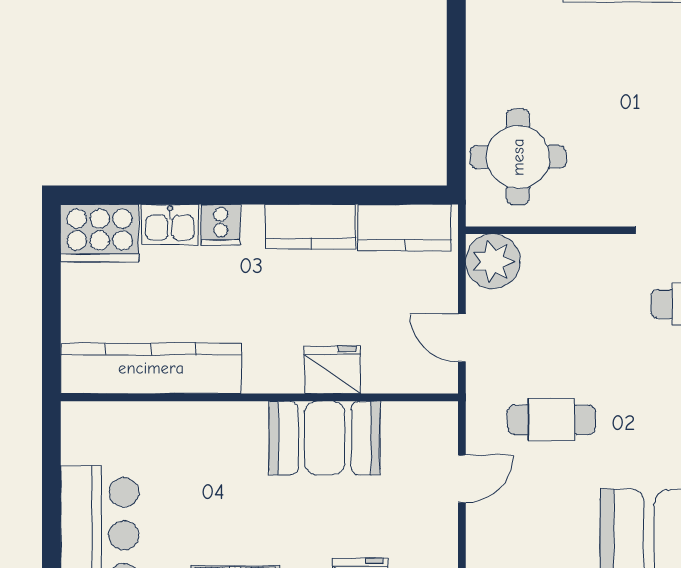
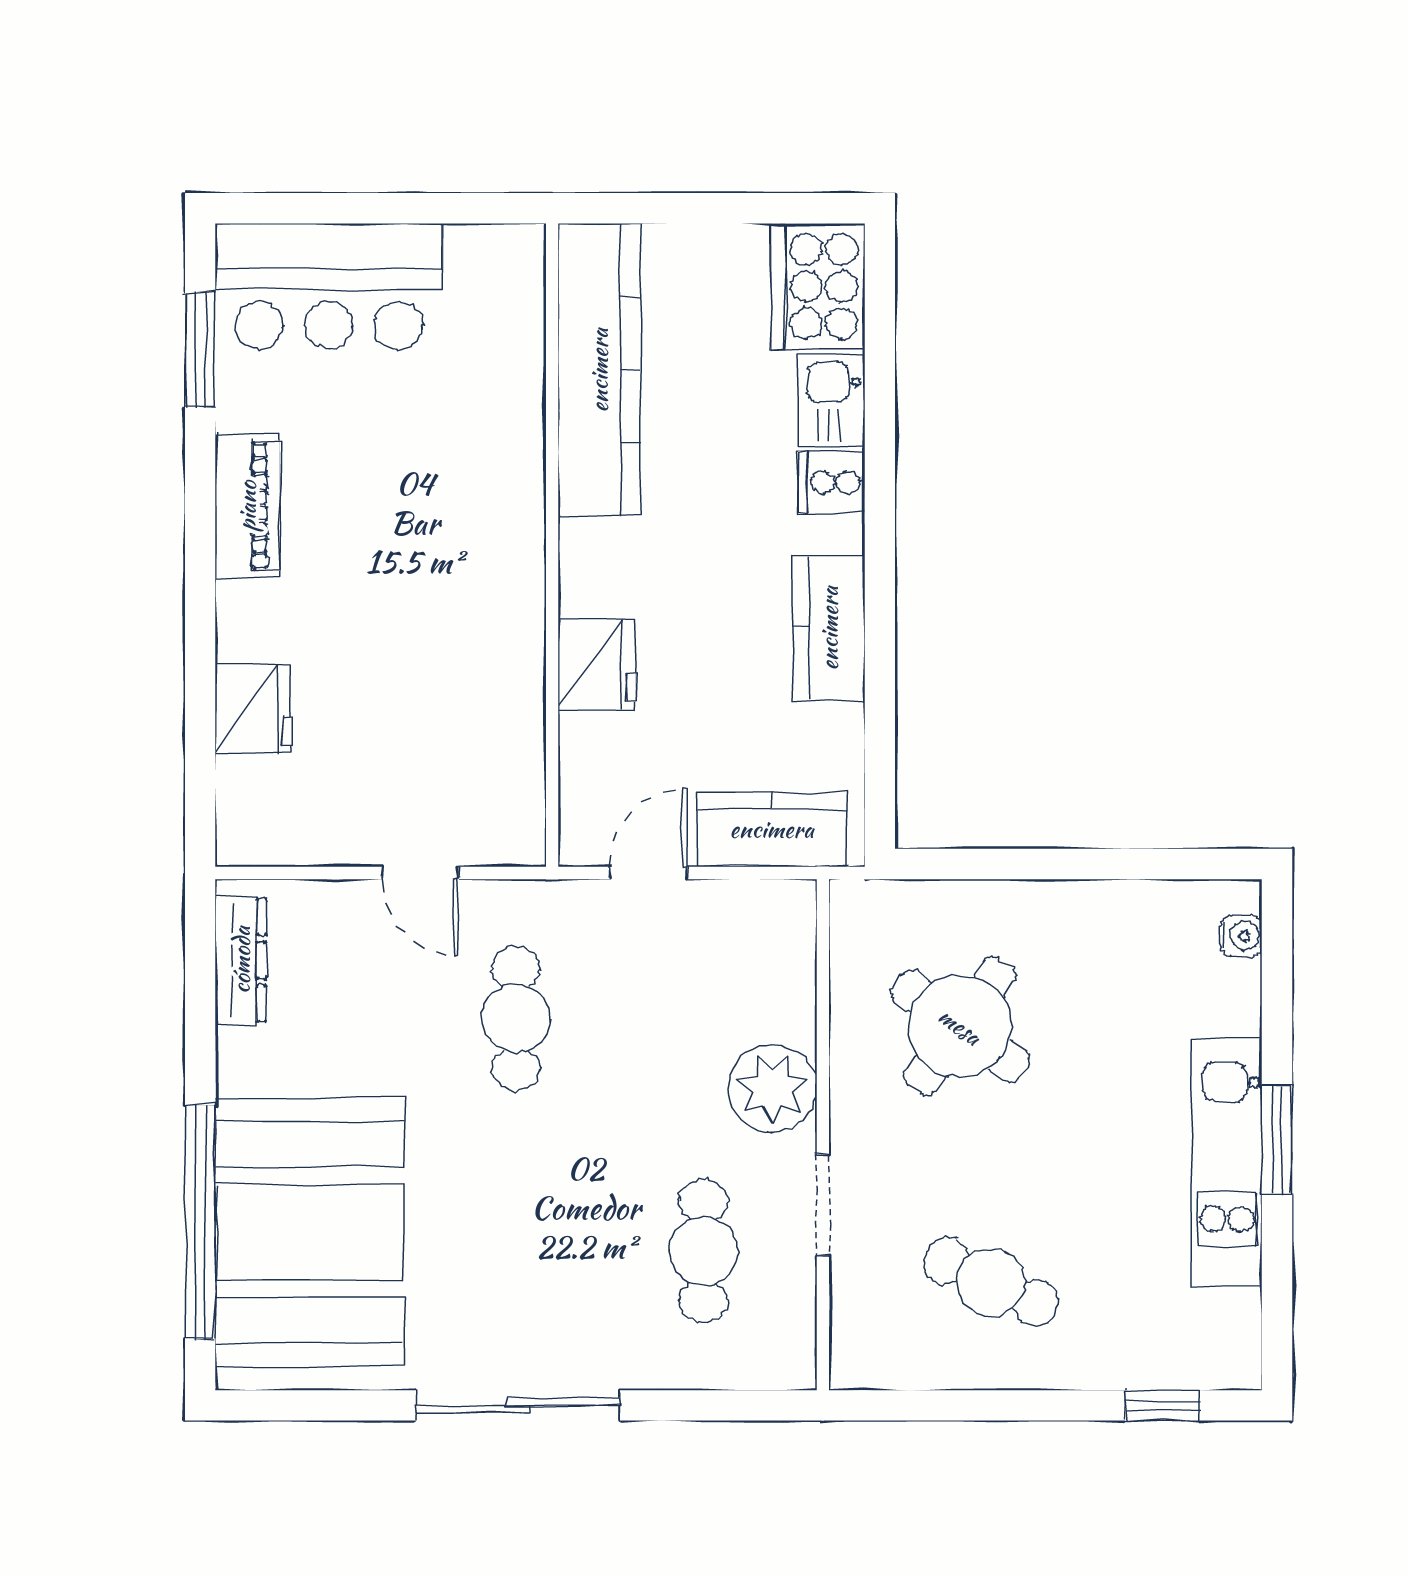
round table: (518, 157) -> (960, 1026), moved, turned 36
kitchen counter: (405, 227) -> (772, 829), moved, turned 90
plant: (493, 261) -> (772, 1088), moved
booth: (325, 438) -> (486, 651), removed

